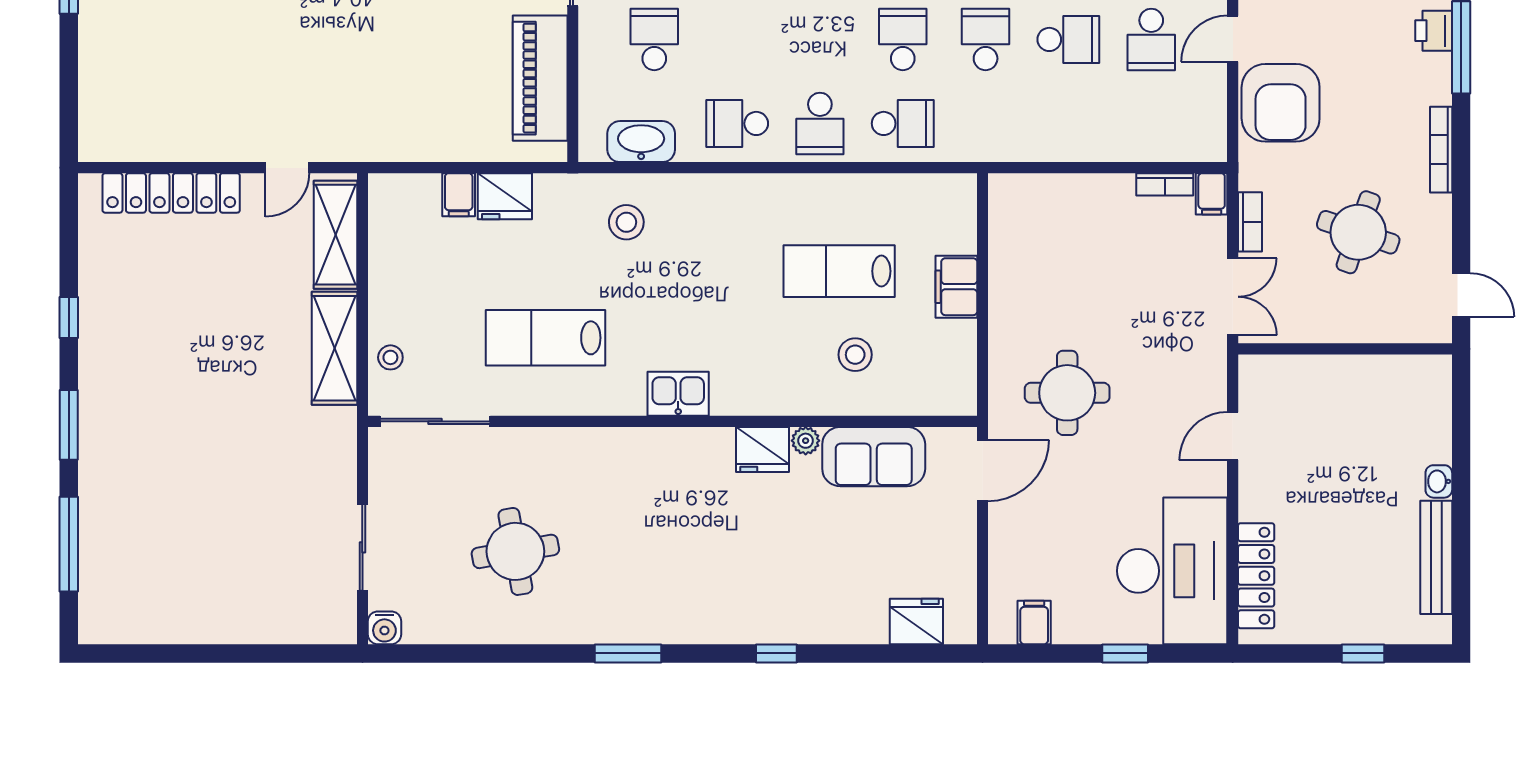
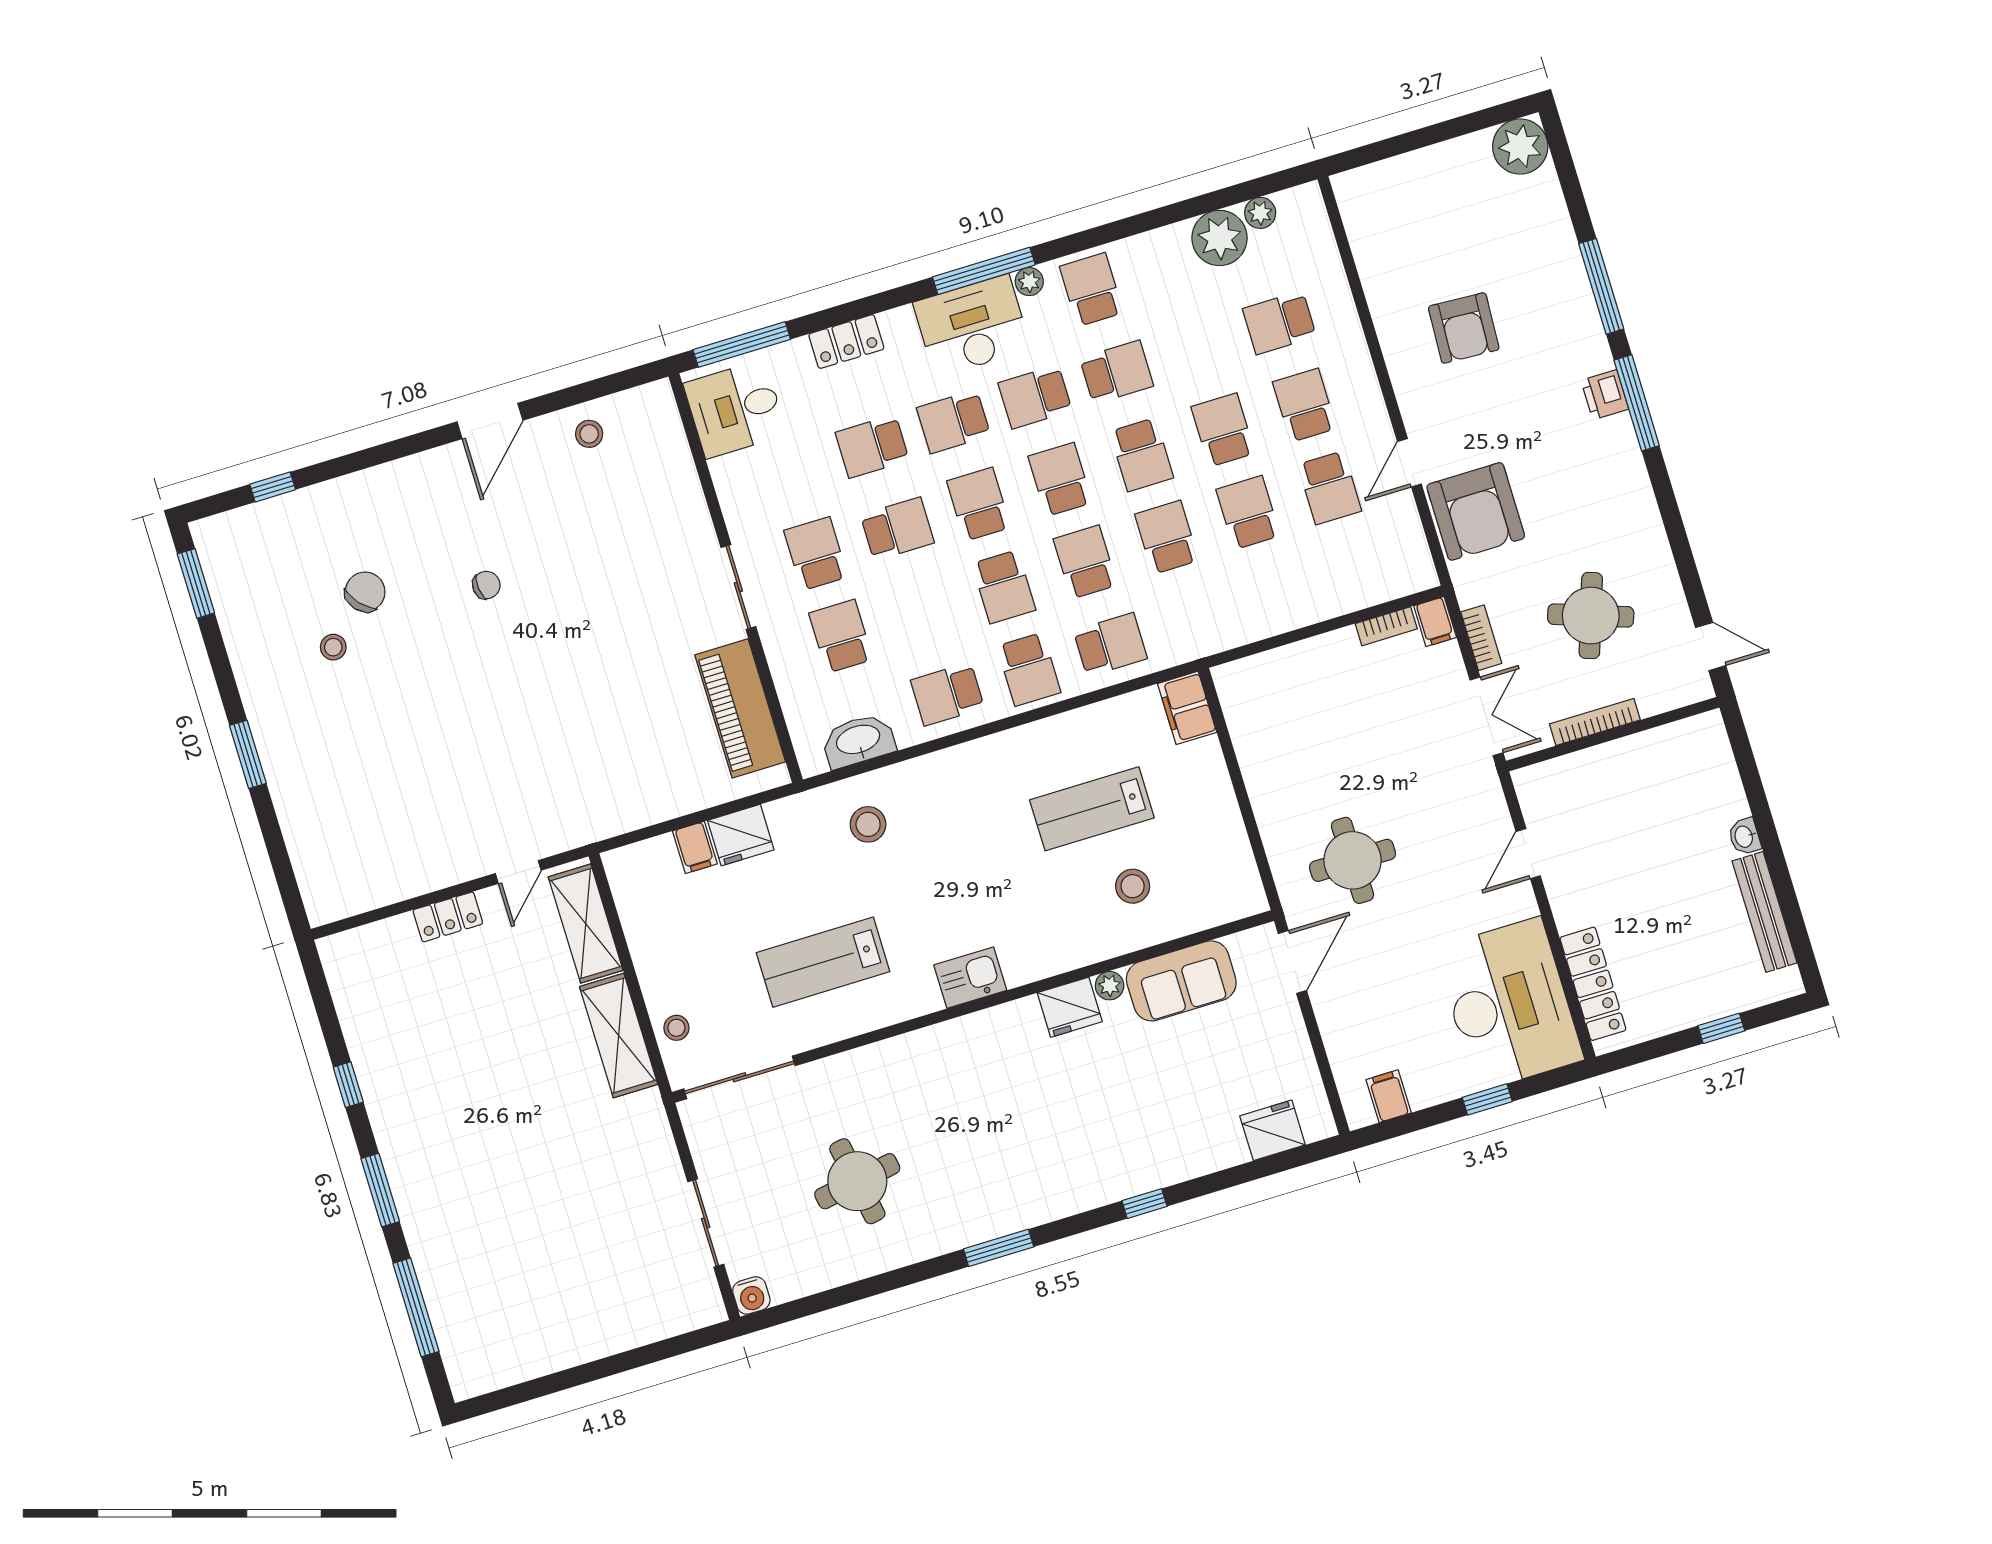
school desk: (820, 39) -> (1004, 587), added
school desk: (1068, 39) -> (1248, 513), turned -90
bookcase: (1441, 150) -> (1595, 722), moved, turned 90
locker: (171, 193) -> (448, 917), width x0.46, depth x0.83
filing cabinet: (956, 287) -> (1187, 708), moved

